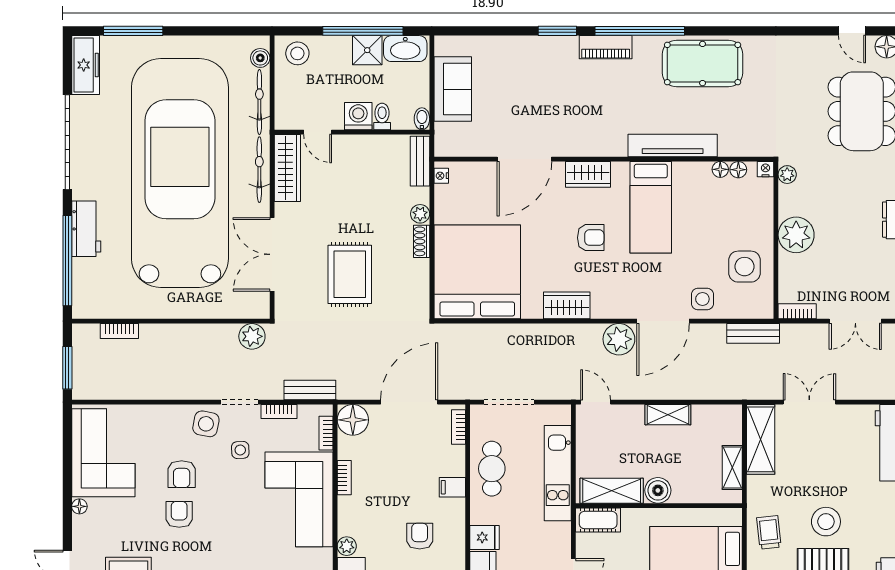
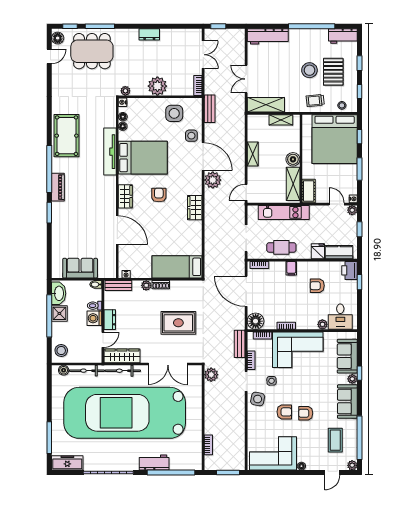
dresser: (356, 145) -> (110, 320), added
bed: (651, 207) -> (143, 158), width x1.50
bed: (477, 272) -> (177, 267), width x0.49

